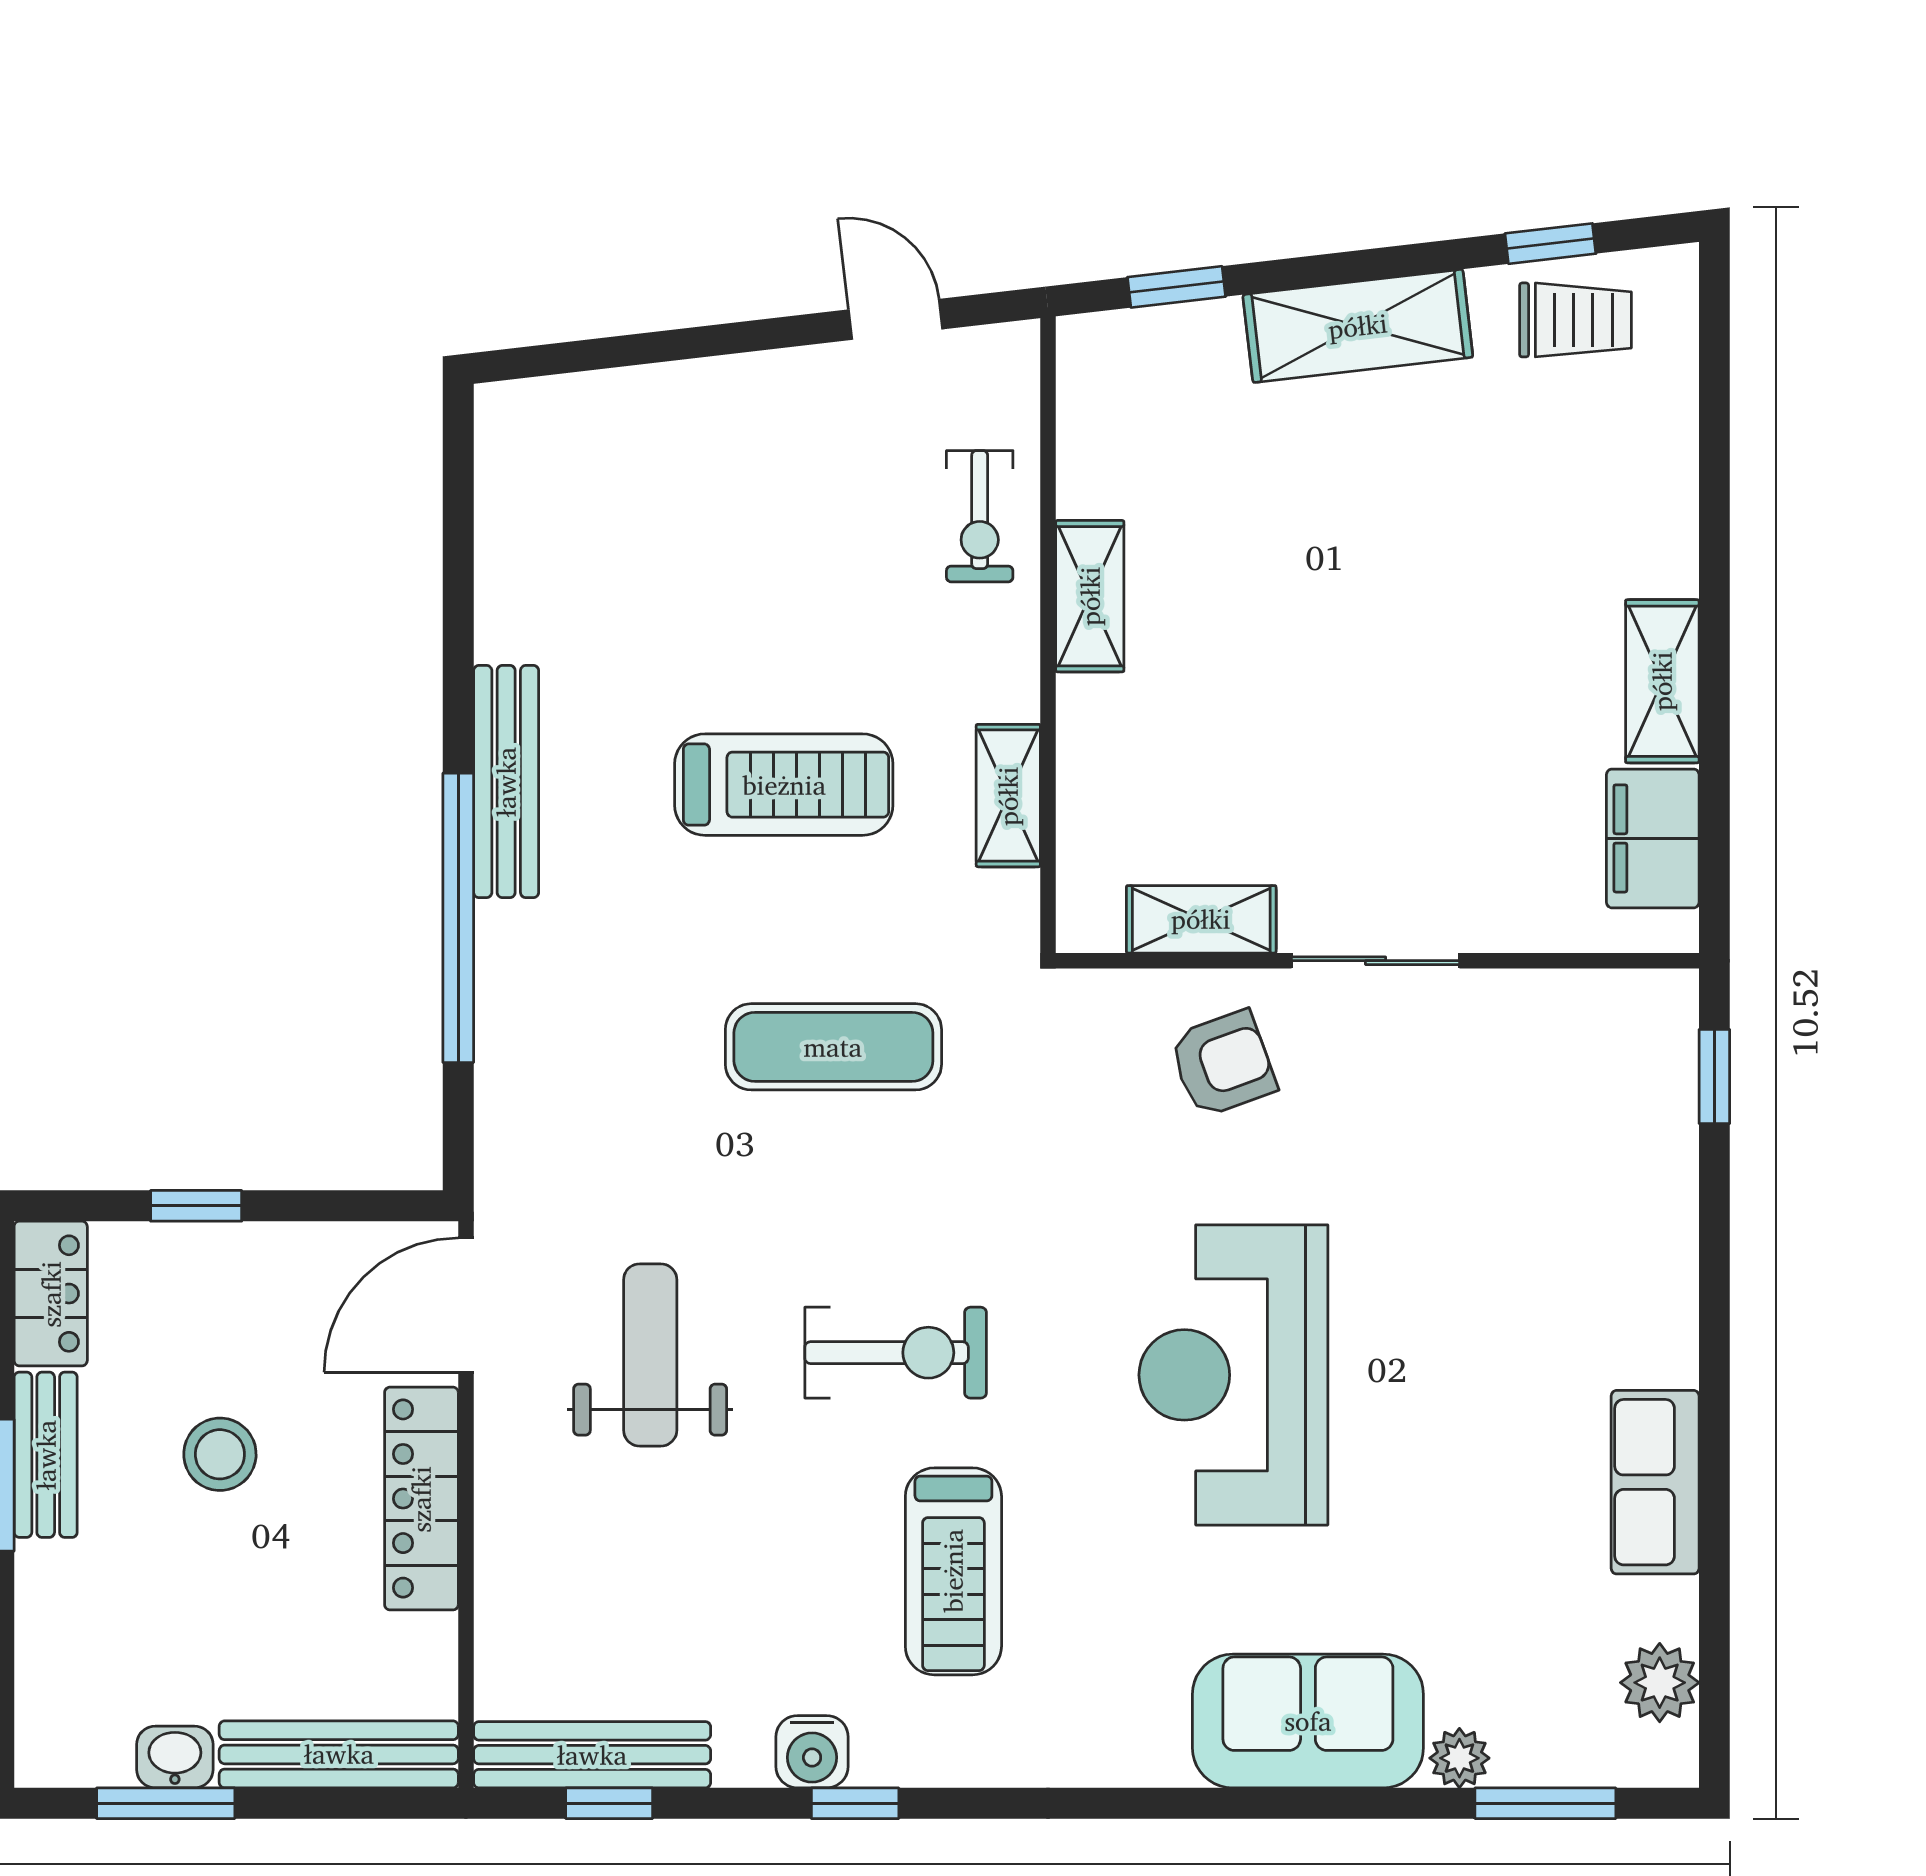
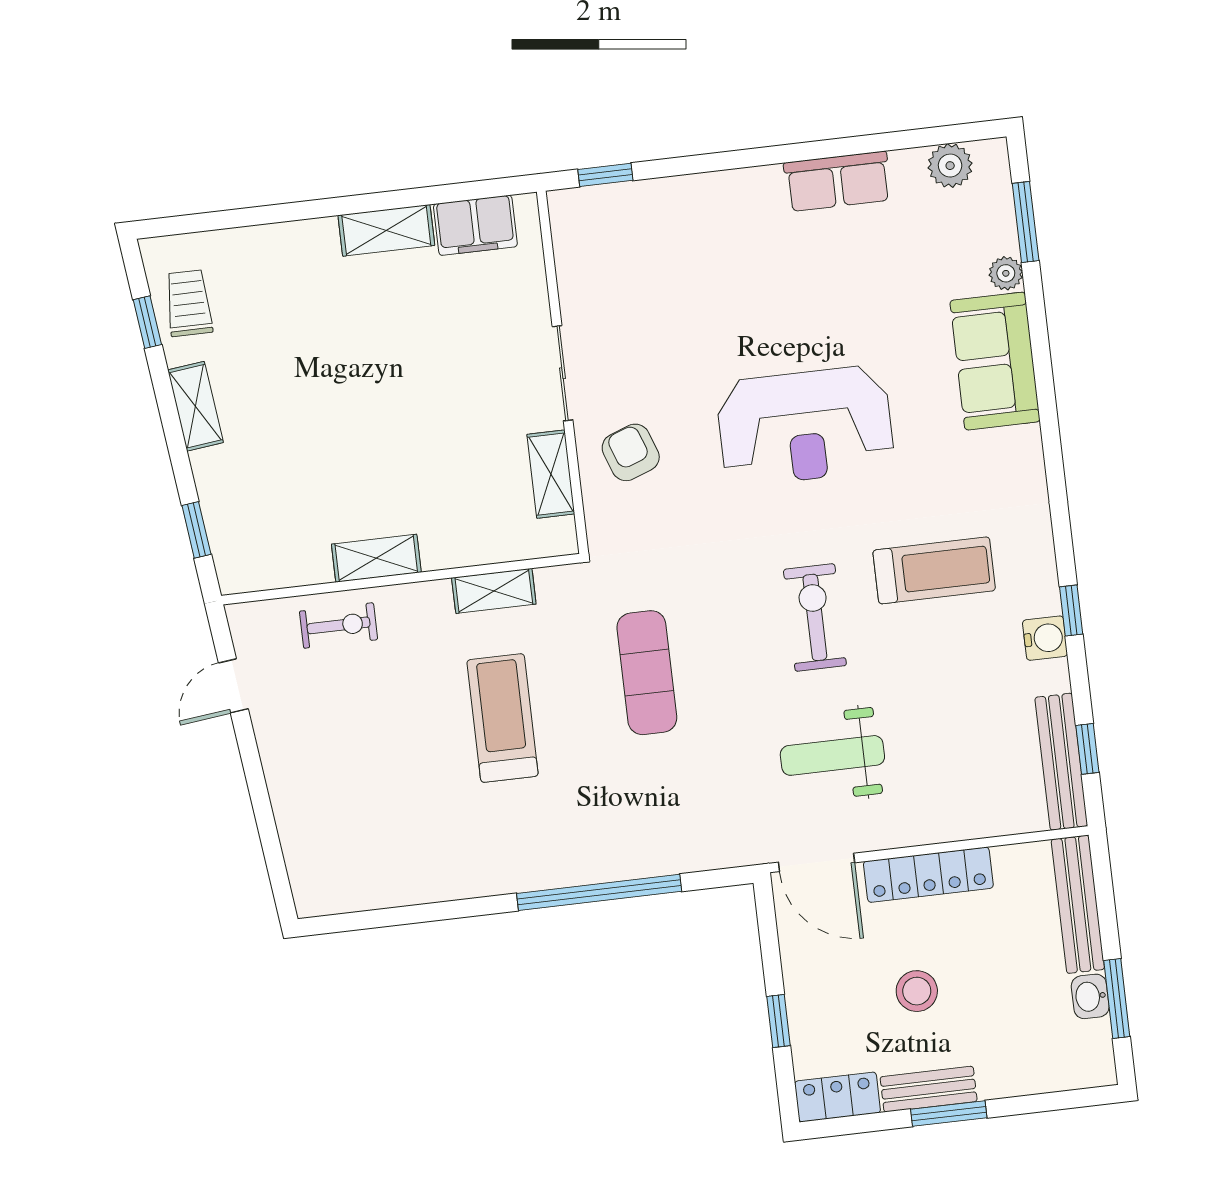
shelving: (1358, 326) -> (195, 406), width x0.67, depth x0.75
bench: (506, 782) -> (519, 874), removed

